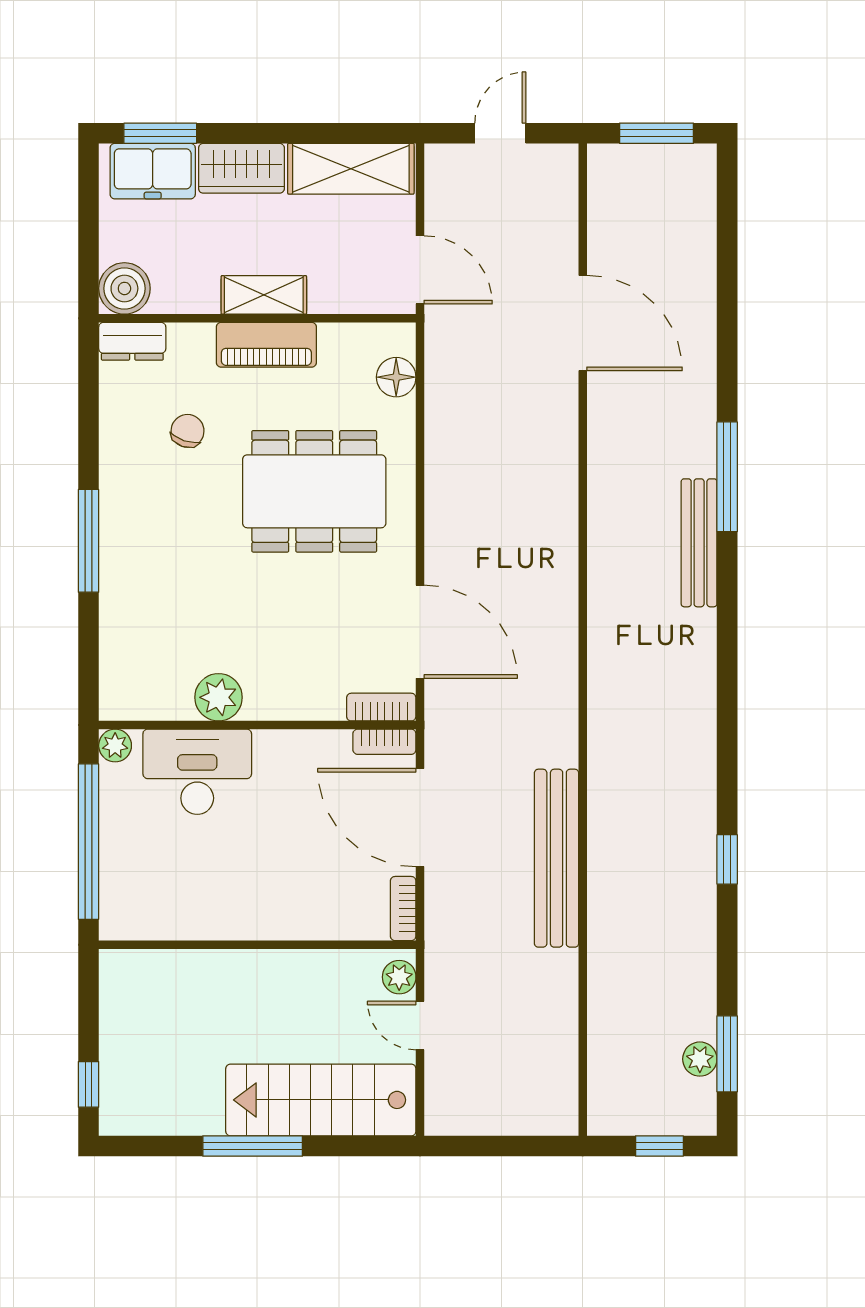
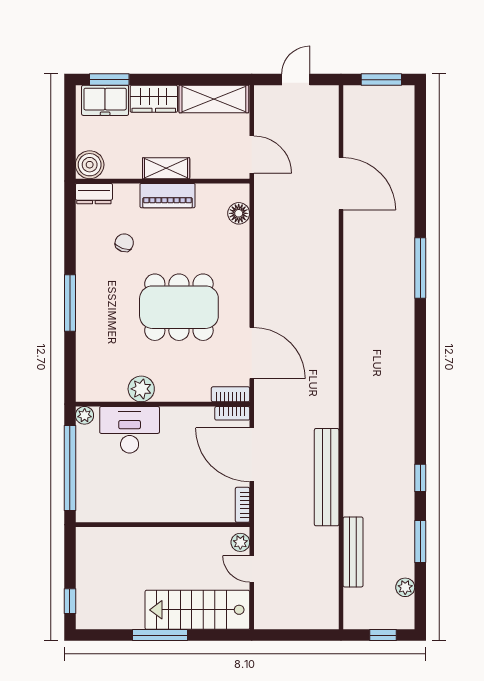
dining table: (314, 491) -> (179, 307), moved
bench: (699, 543) -> (353, 552), moved
window: (727, 1054) -> (420, 542), moved

